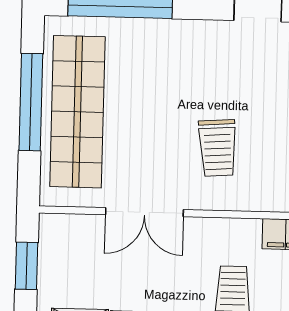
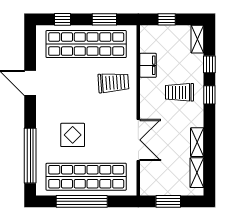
display table: (157, 88) -> (73, 135), added
trolley: (218, 148) -> (113, 83), moved

